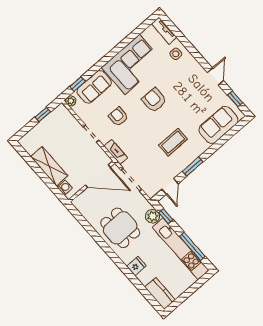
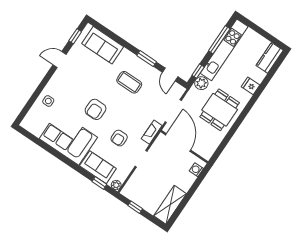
tv unit: (164, 31) -> (30, 117), removed
shelving: (49, 166) -> (170, 205), moved
door: (170, 186) -> (170, 74), swing flipped

